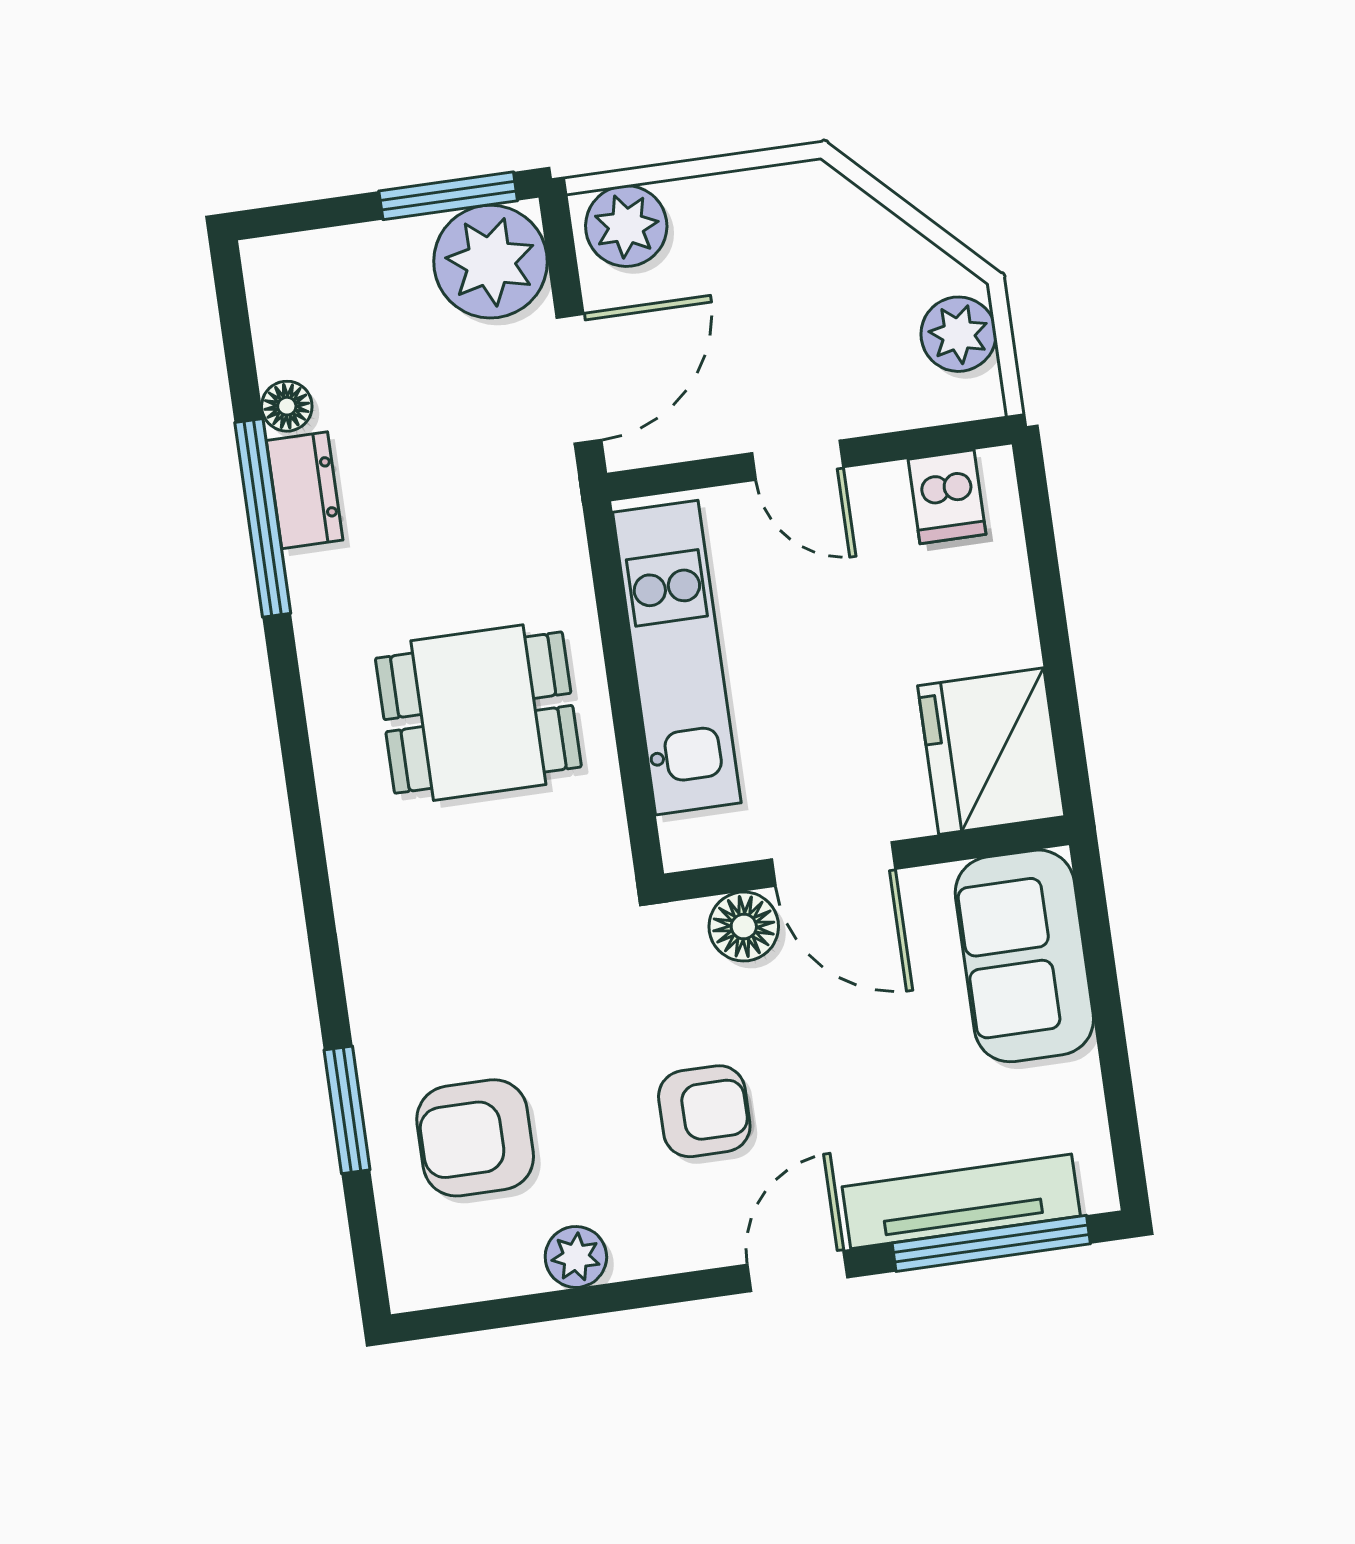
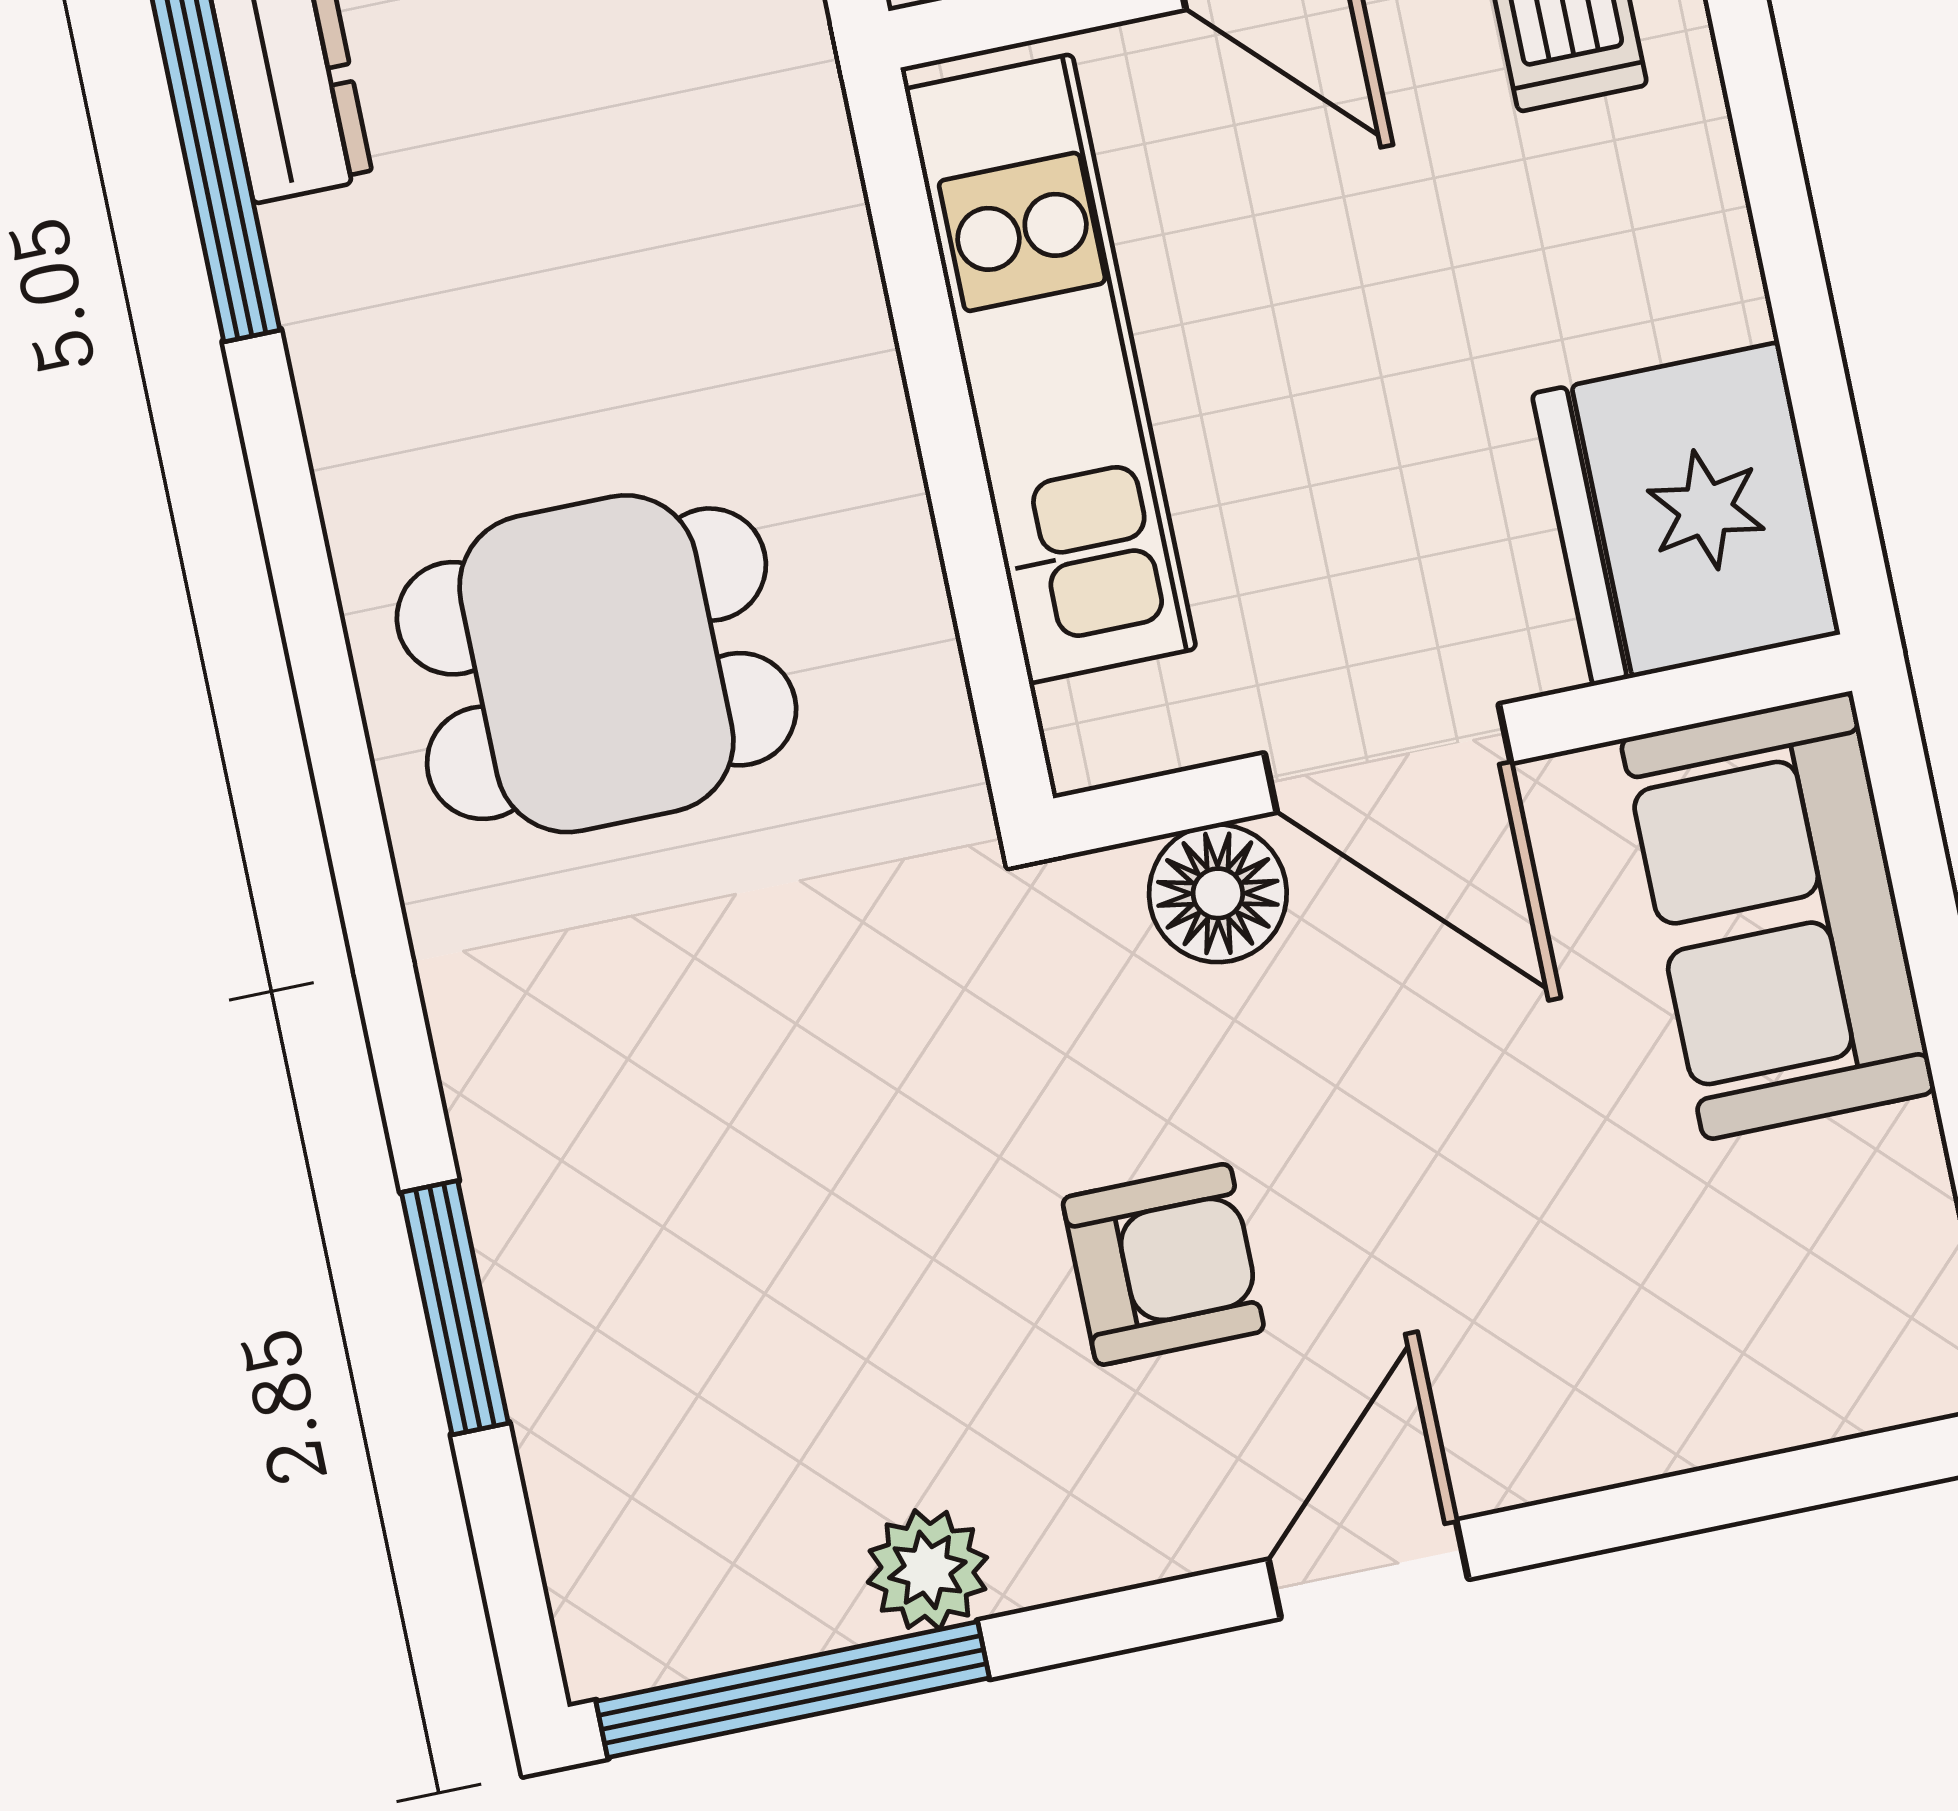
dining table: (478, 713) -> (596, 664), moved
armchair: (475, 1138) -> (713, 1347), removed
tv unit: (961, 1201) -> (1684, 1410), removed
window: (991, 1243) -> (793, 1690), moved

